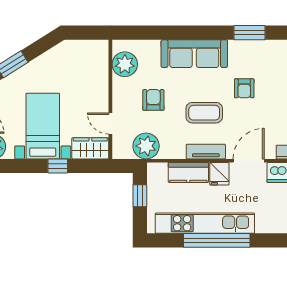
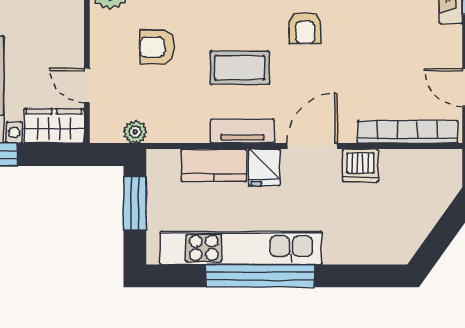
armchair: (153, 100) -> (157, 47), turned -90
plant: (146, 146) -> (135, 132), width x0.53, depth x0.53
window: (140, 196) -> (135, 203), width x1.50

